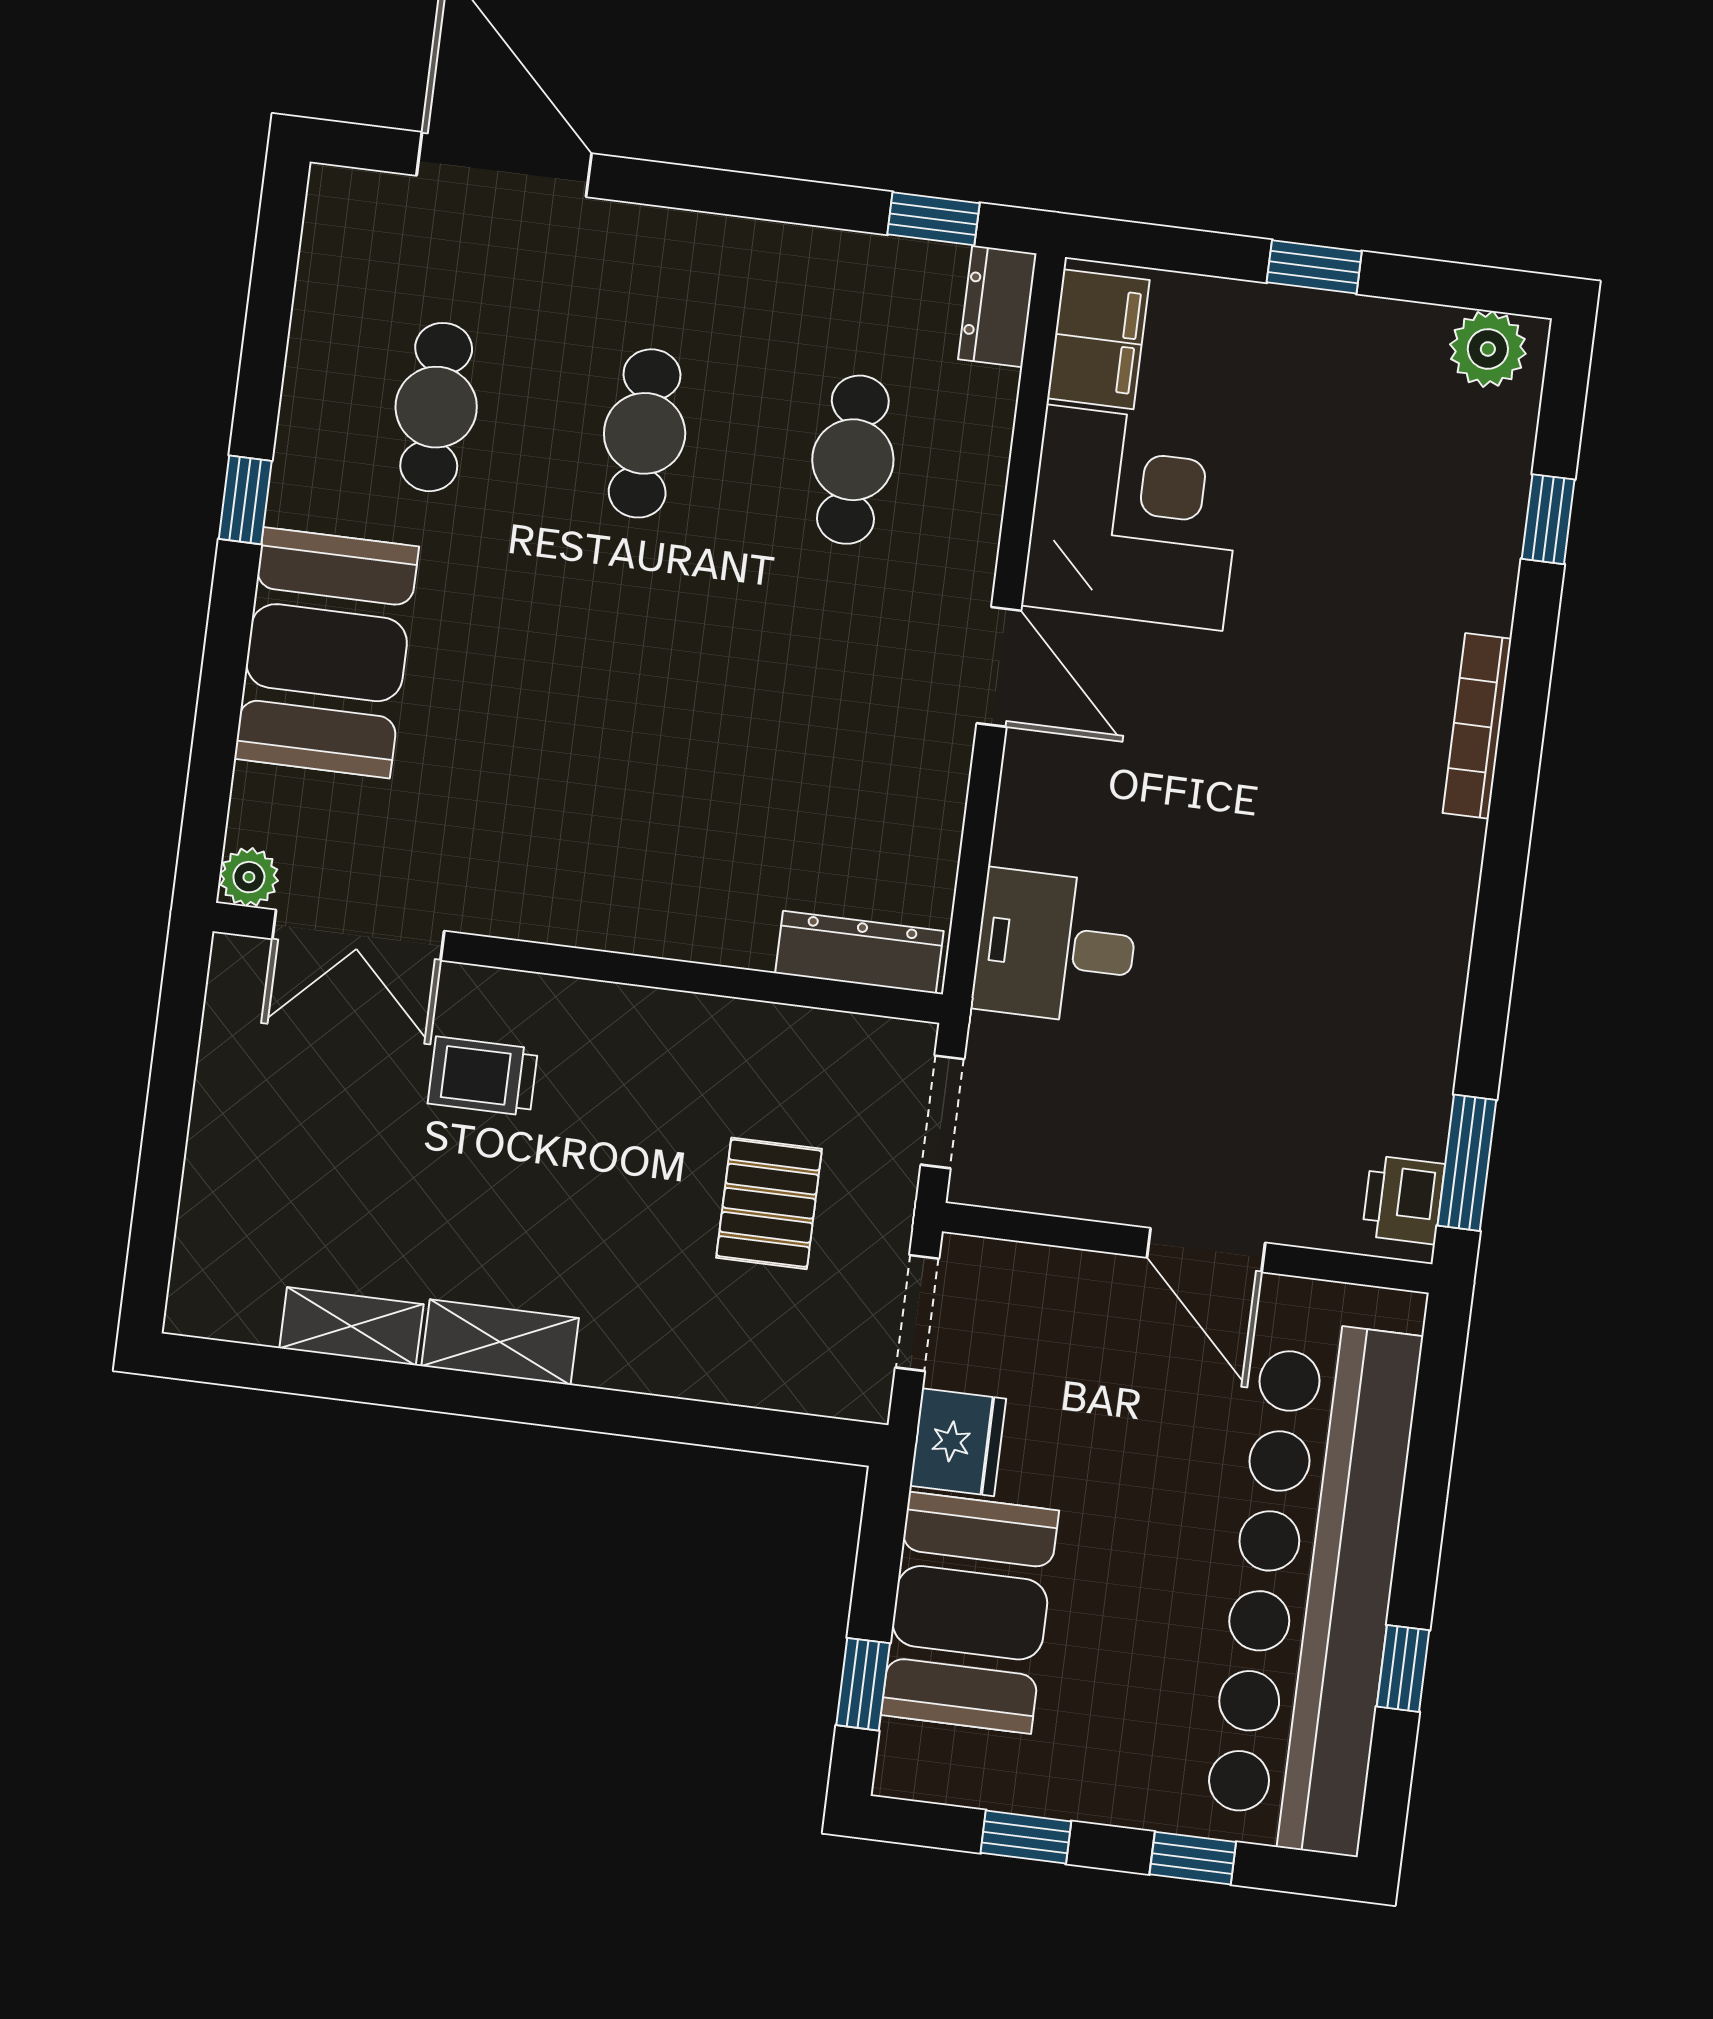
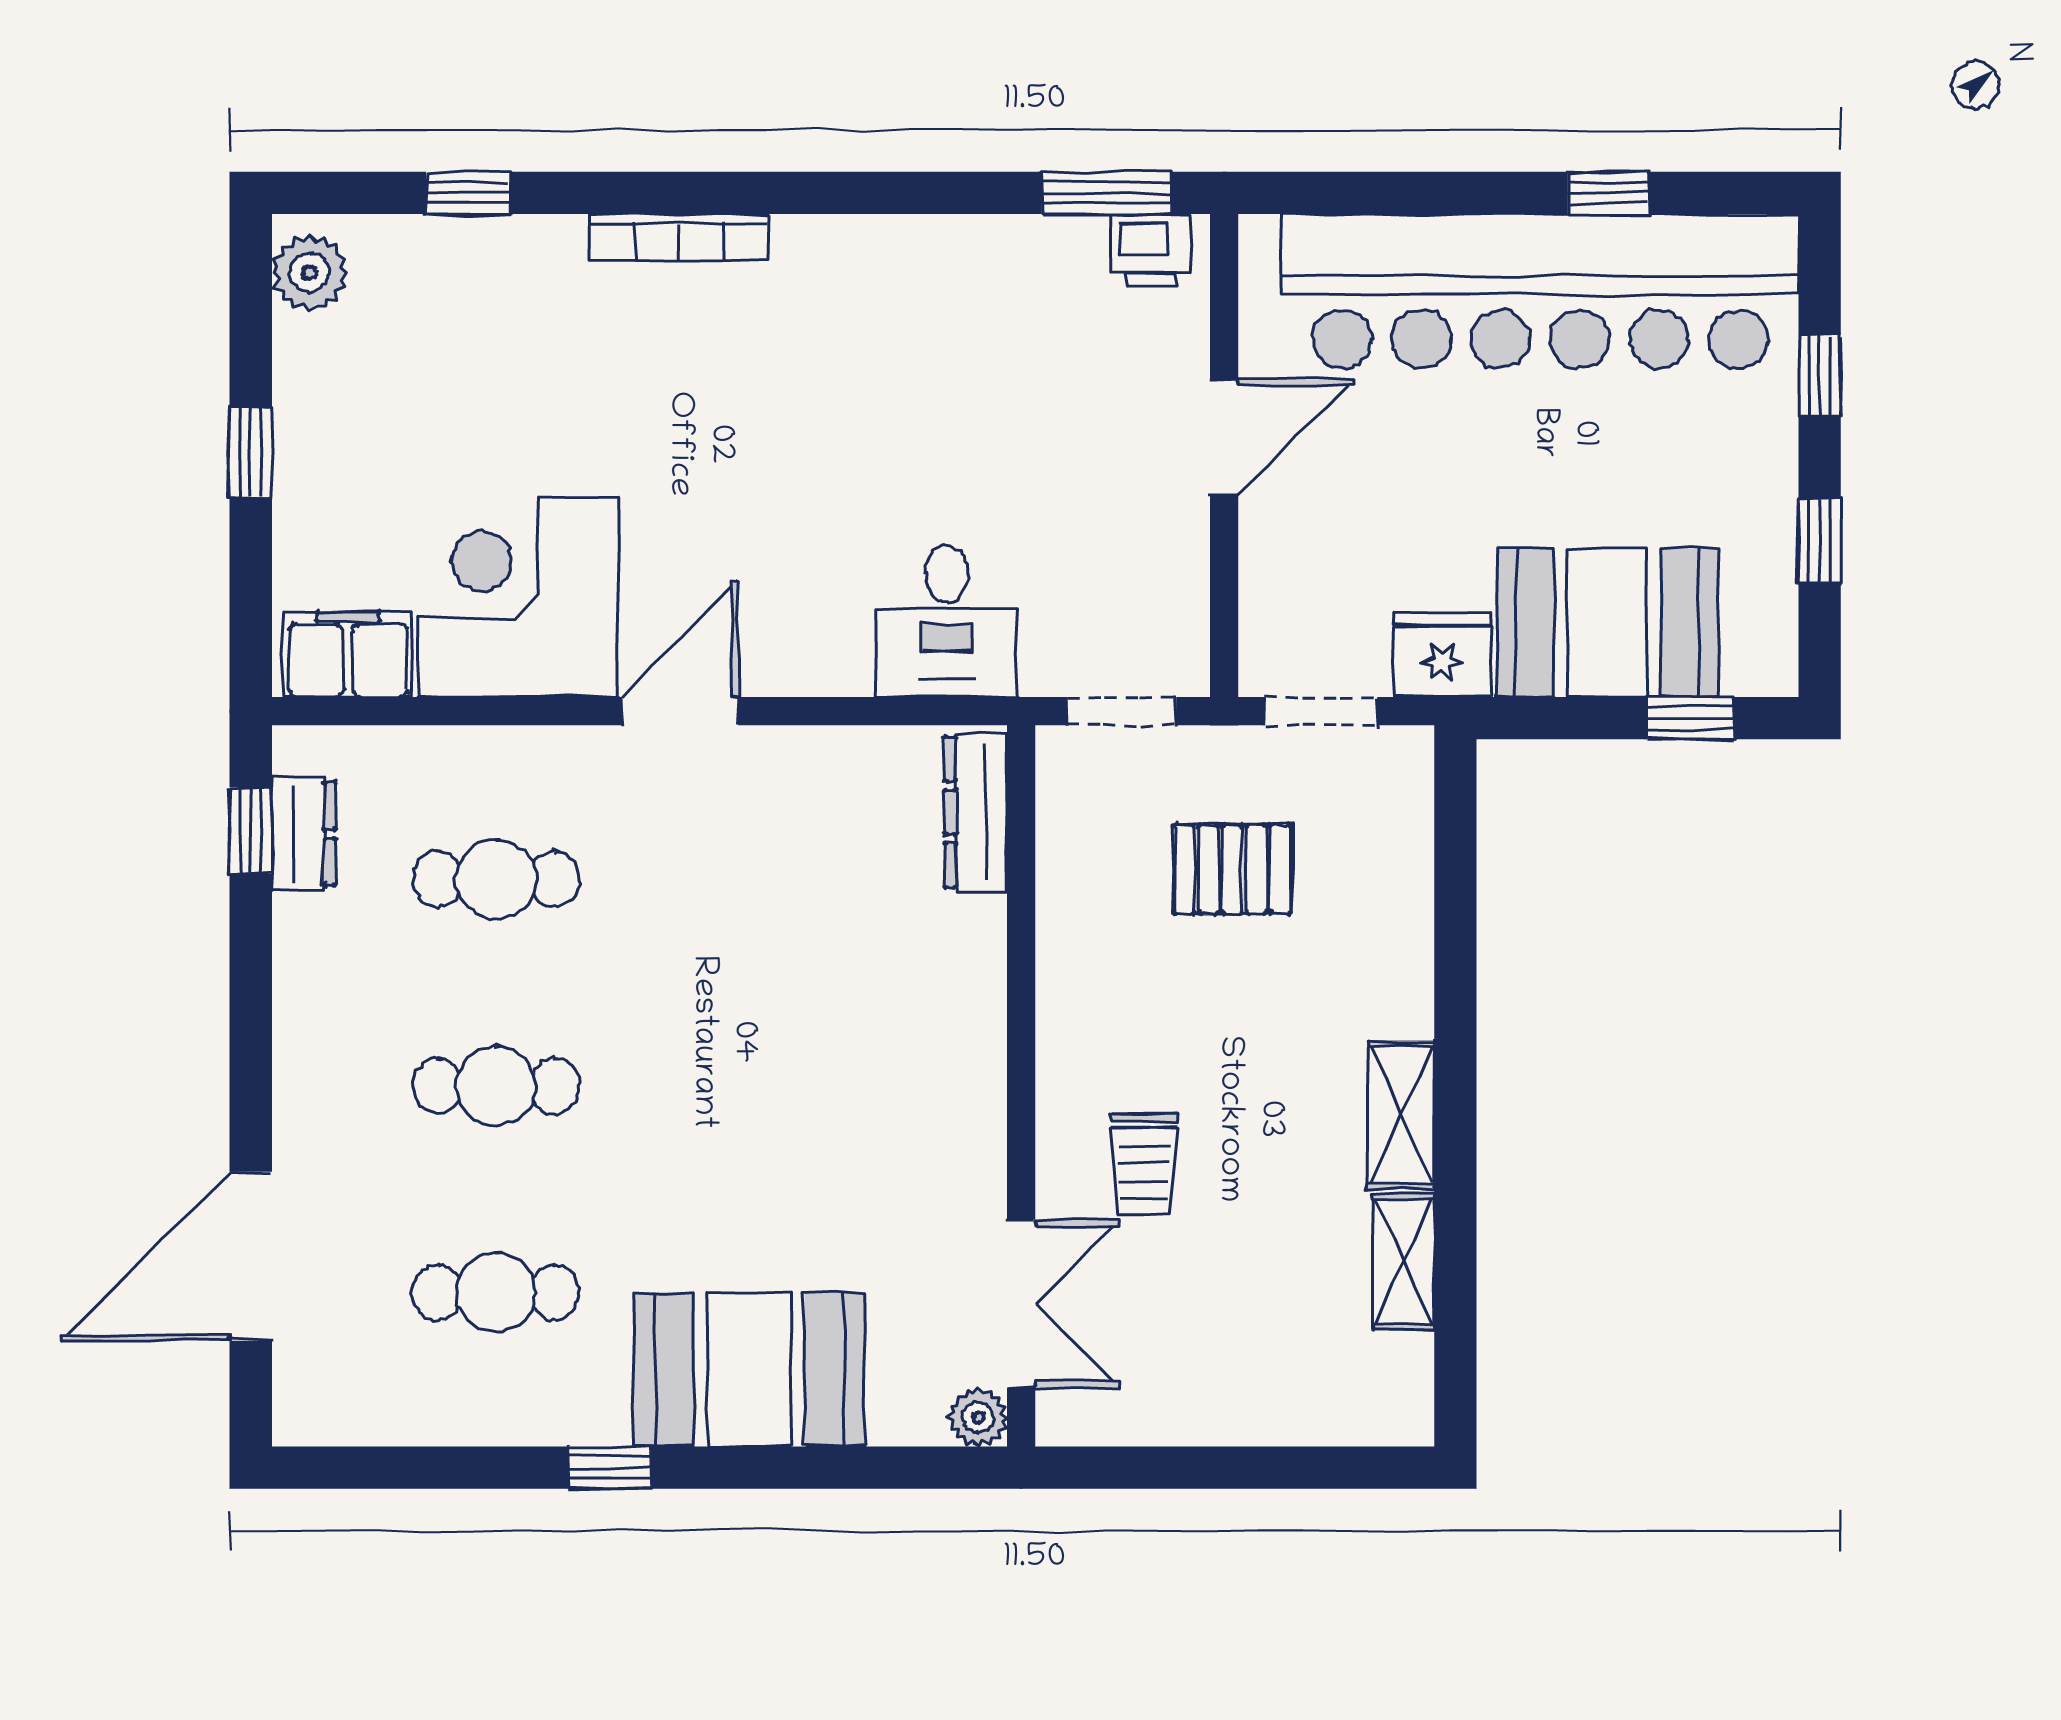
dresser: (997, 306) -> (304, 834), moved, turned -90

